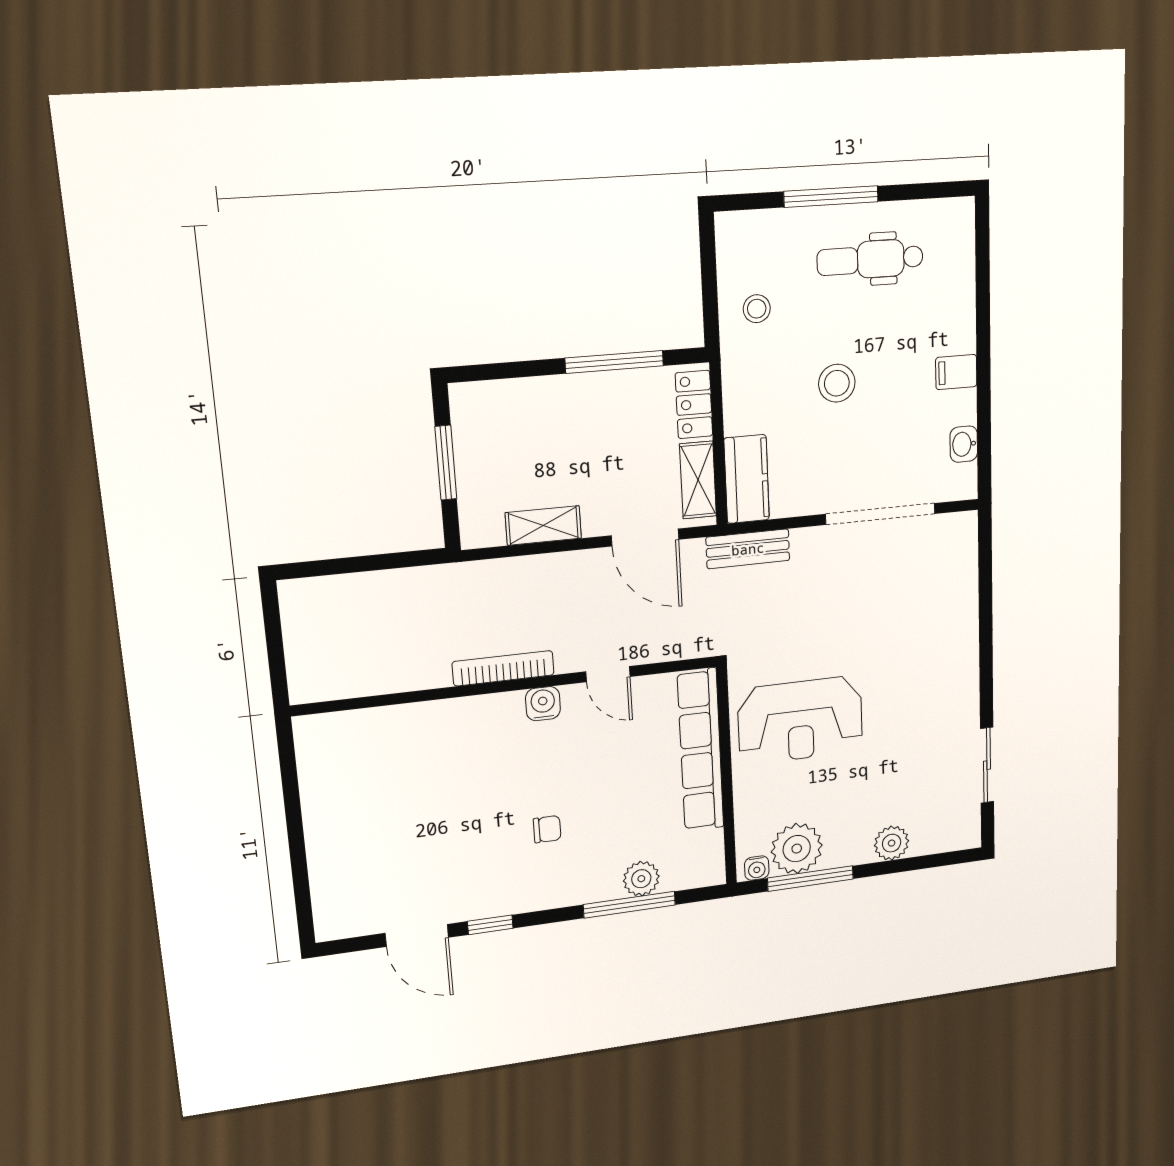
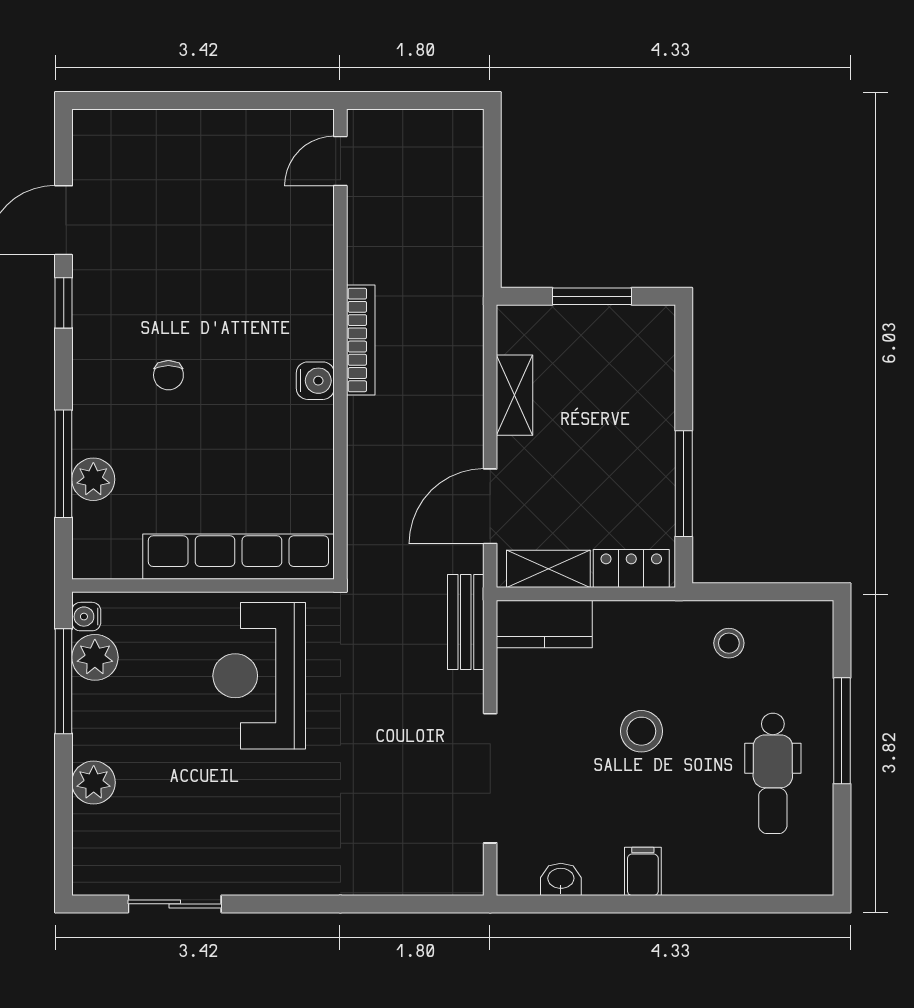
dental chair: (870, 259) -> (773, 773), turned 180
door: (608, 674) -> (340, 161), moved
plant: (797, 849) -> (95, 657), width x0.73, depth x0.73

